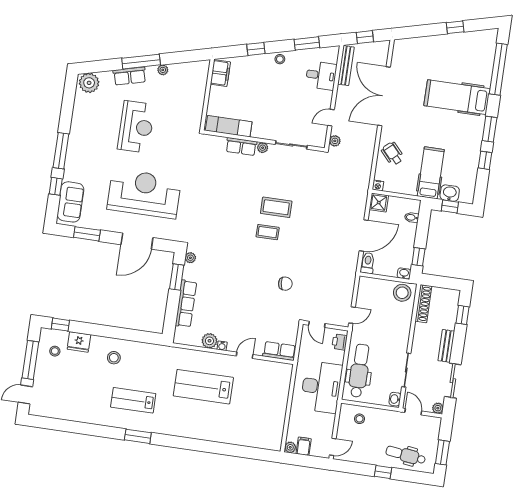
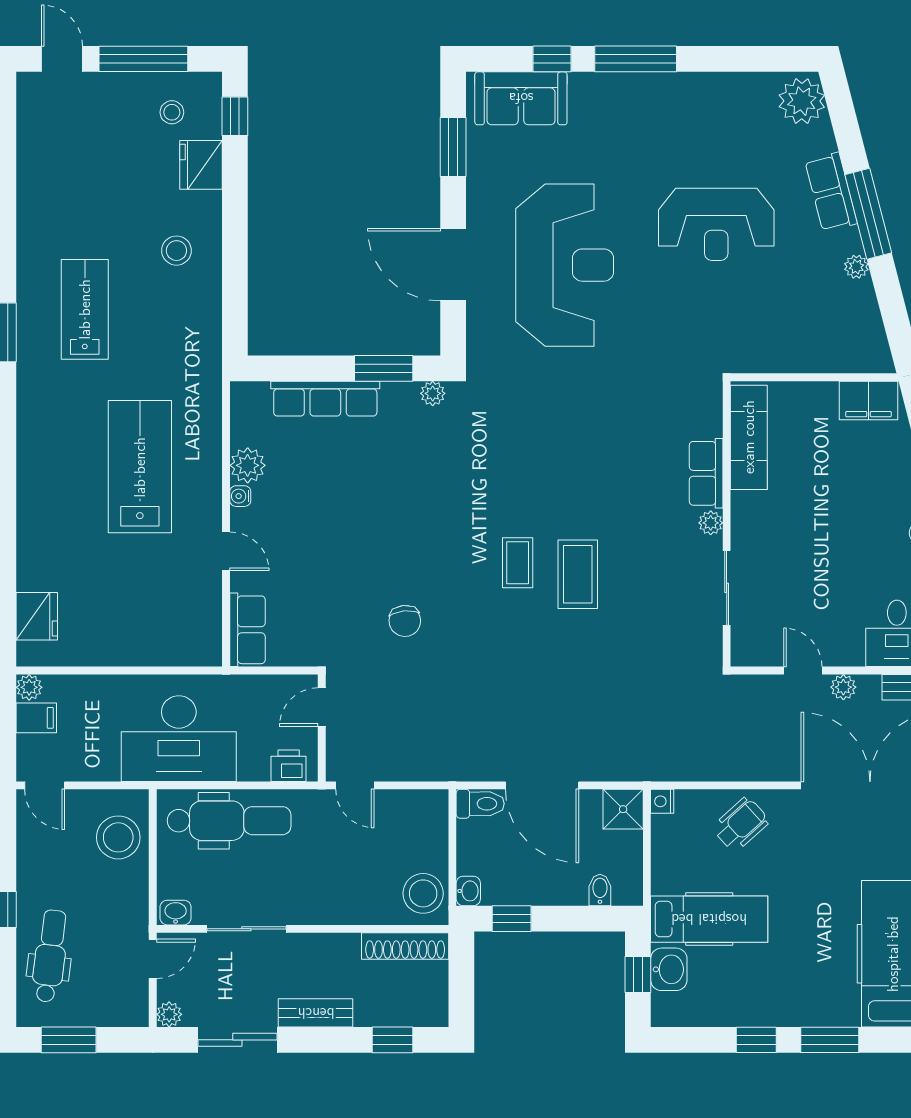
plant: (335, 141) -> (843, 687), moved
stool: (360, 419) -> (118, 837), width x1.89, depth x1.89
fridge: (260, 440) -> (37, 616), added

